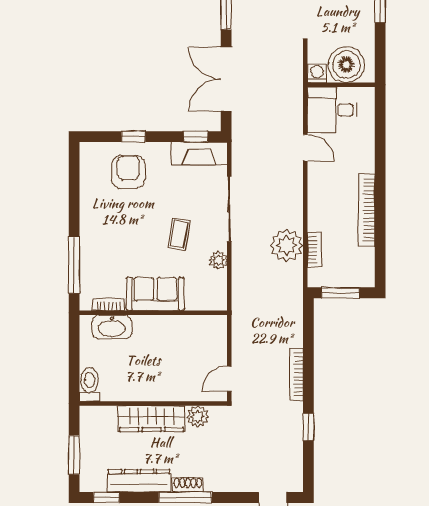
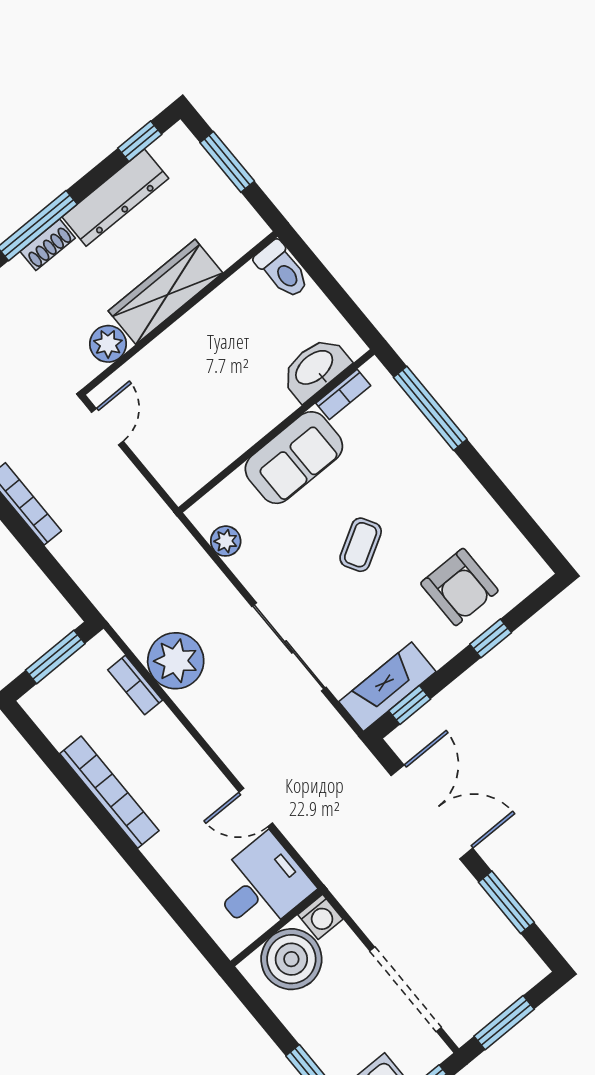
coffee table: (179, 234) -> (361, 545), moved, turned 50
plant: (218, 260) -> (226, 541), moved

